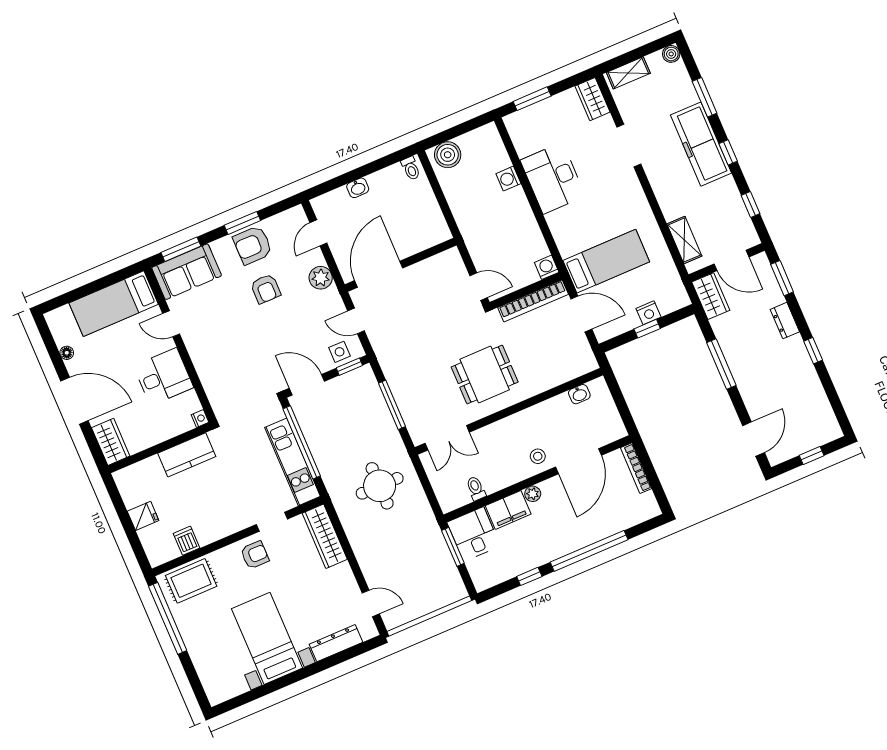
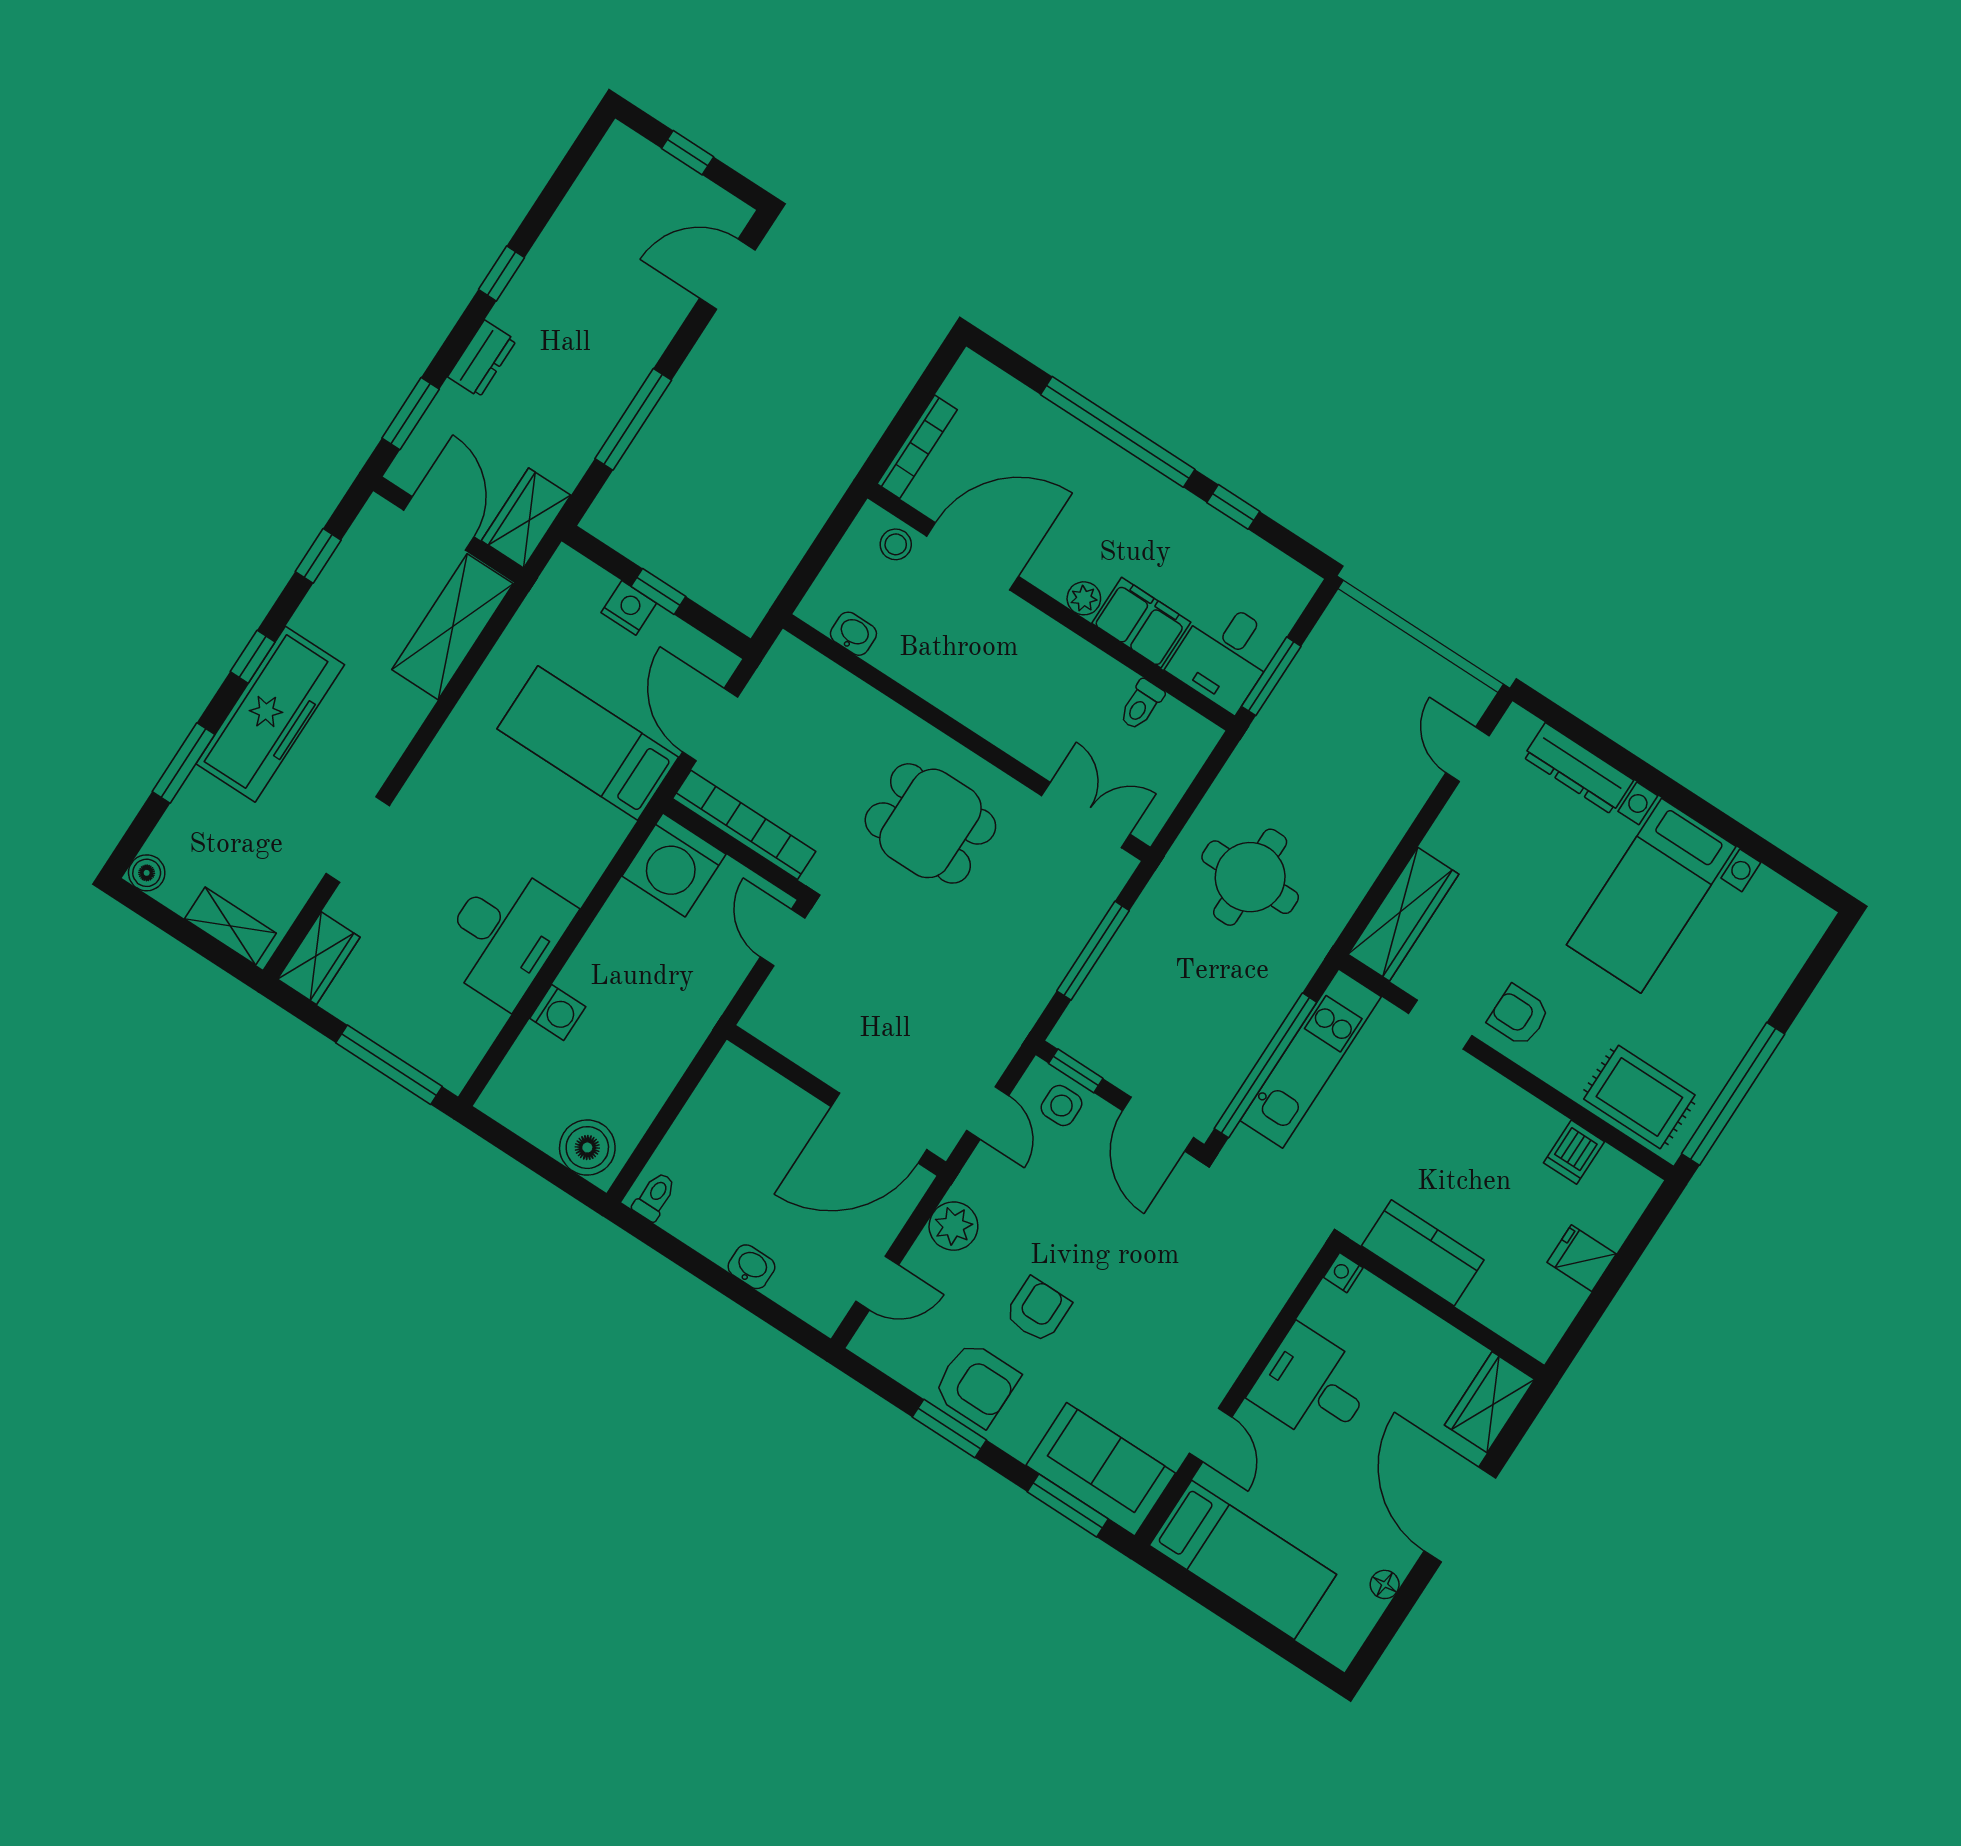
window: (532, 99) -> (389, 1065), width x1.44
shelving: (684, 240) -> (453, 627), width x1.50, depth x1.33
washing machine: (547, 267) -> (674, 865), width x1.89, depth x1.89
stool: (538, 456) -> (896, 544), moved

